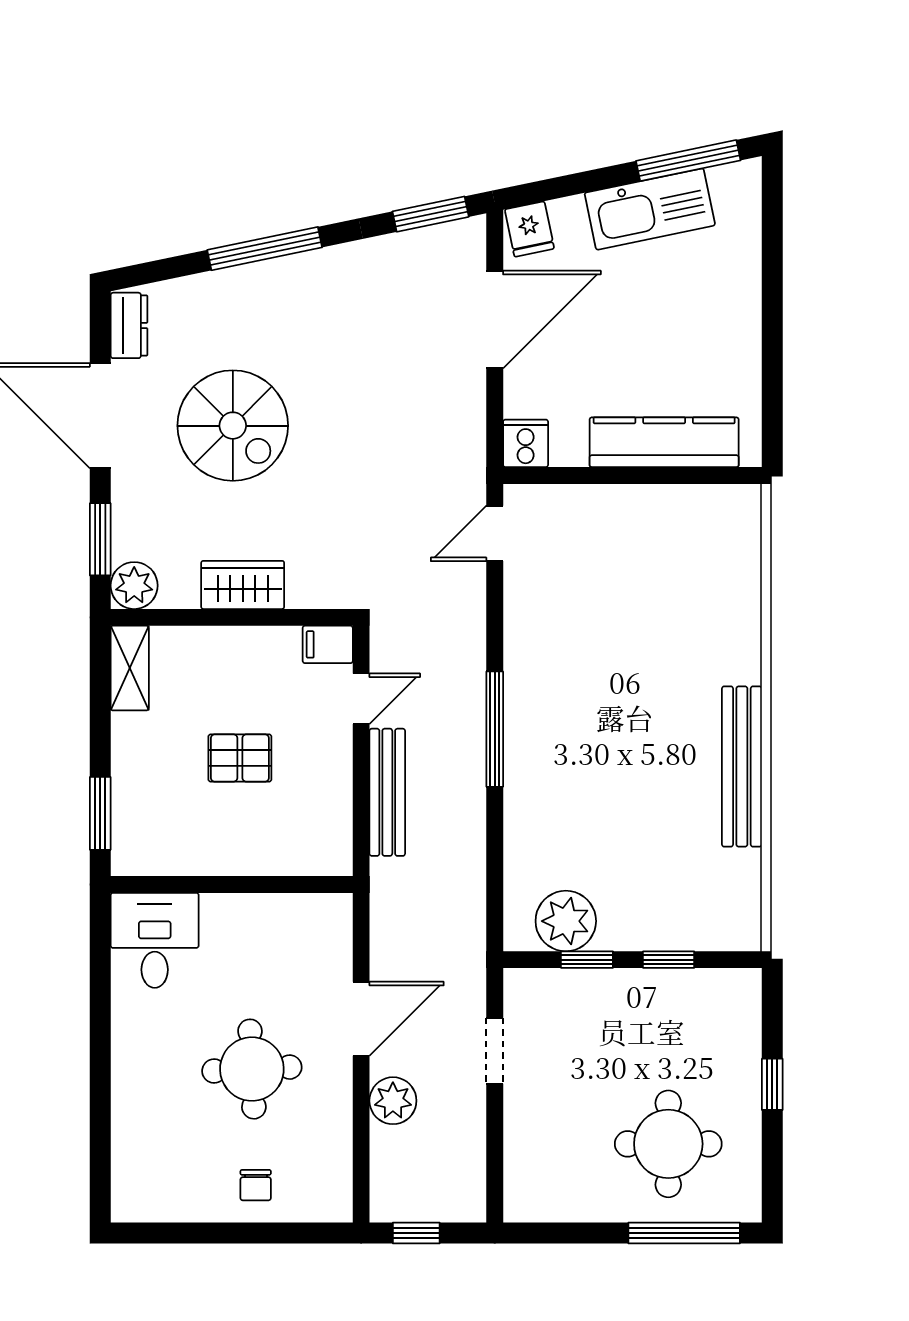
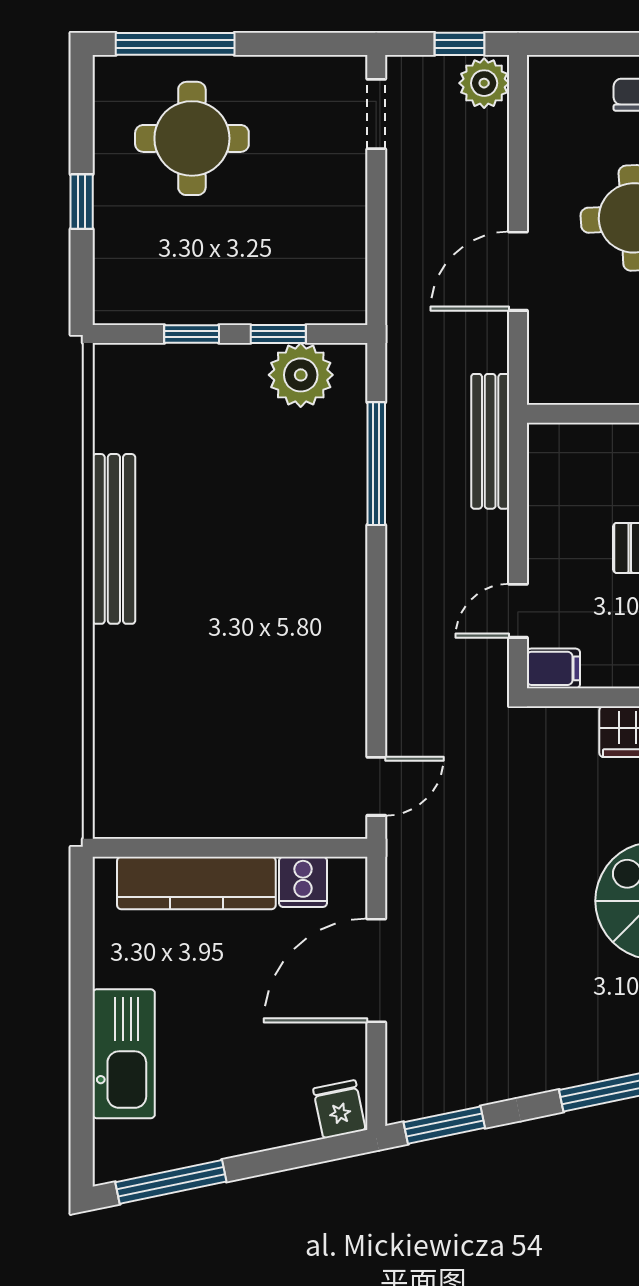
kitchen sink: (650, 209) -> (124, 1054), moved, turned 102
door: (495, 320) -> (376, 971), moved
cooker: (526, 443) -> (303, 882), moved
window: (495, 729) -> (376, 464), moved
bench: (387, 792) -> (490, 441), moved
doorway: (495, 1051) -> (376, 114), moved
plant: (393, 1101) -> (484, 83), moved

